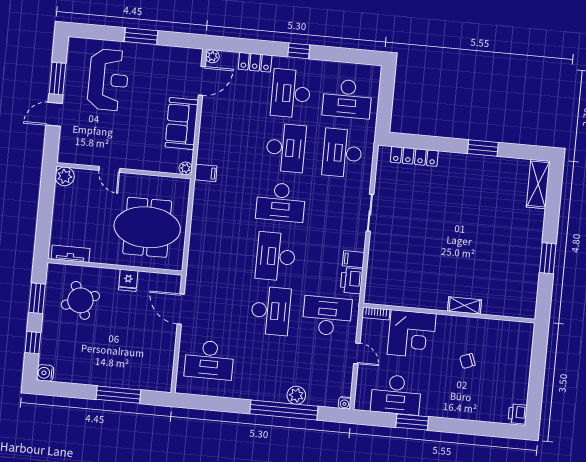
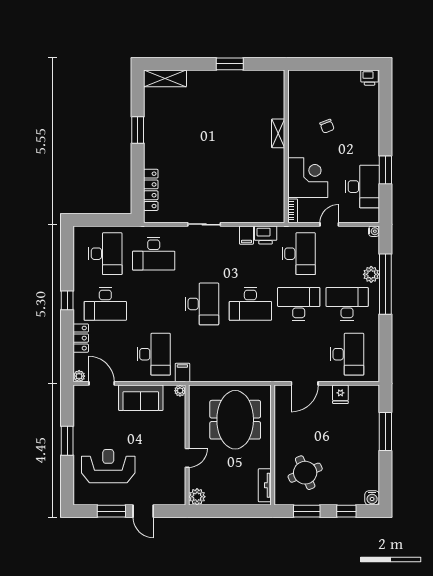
desk: (286, 148) -> (154, 354), moved, turned 90
fridge: (128, 280) -> (340, 394), moved, turned 90
desk: (327, 316) -> (299, 254), turned 180
desk: (266, 365) -> (347, 304), added

